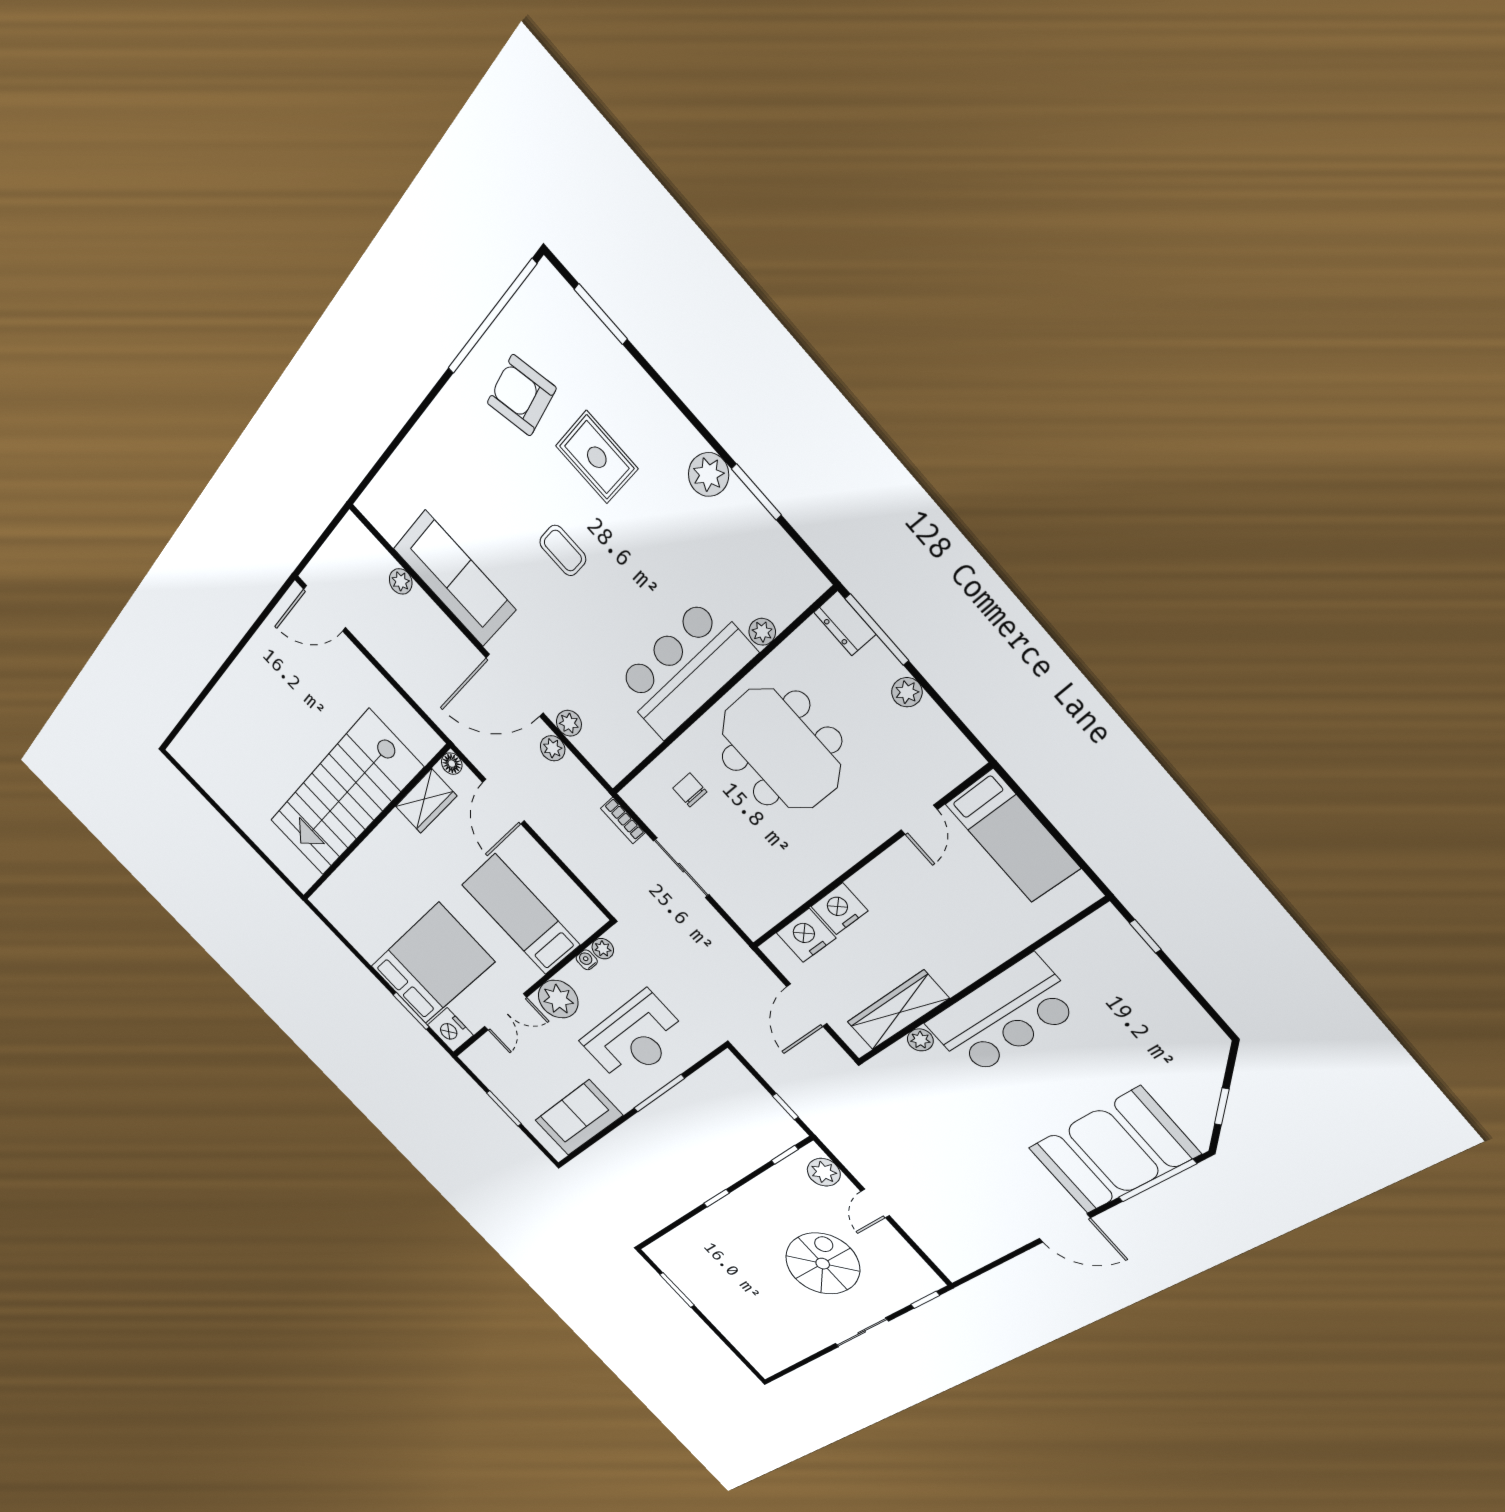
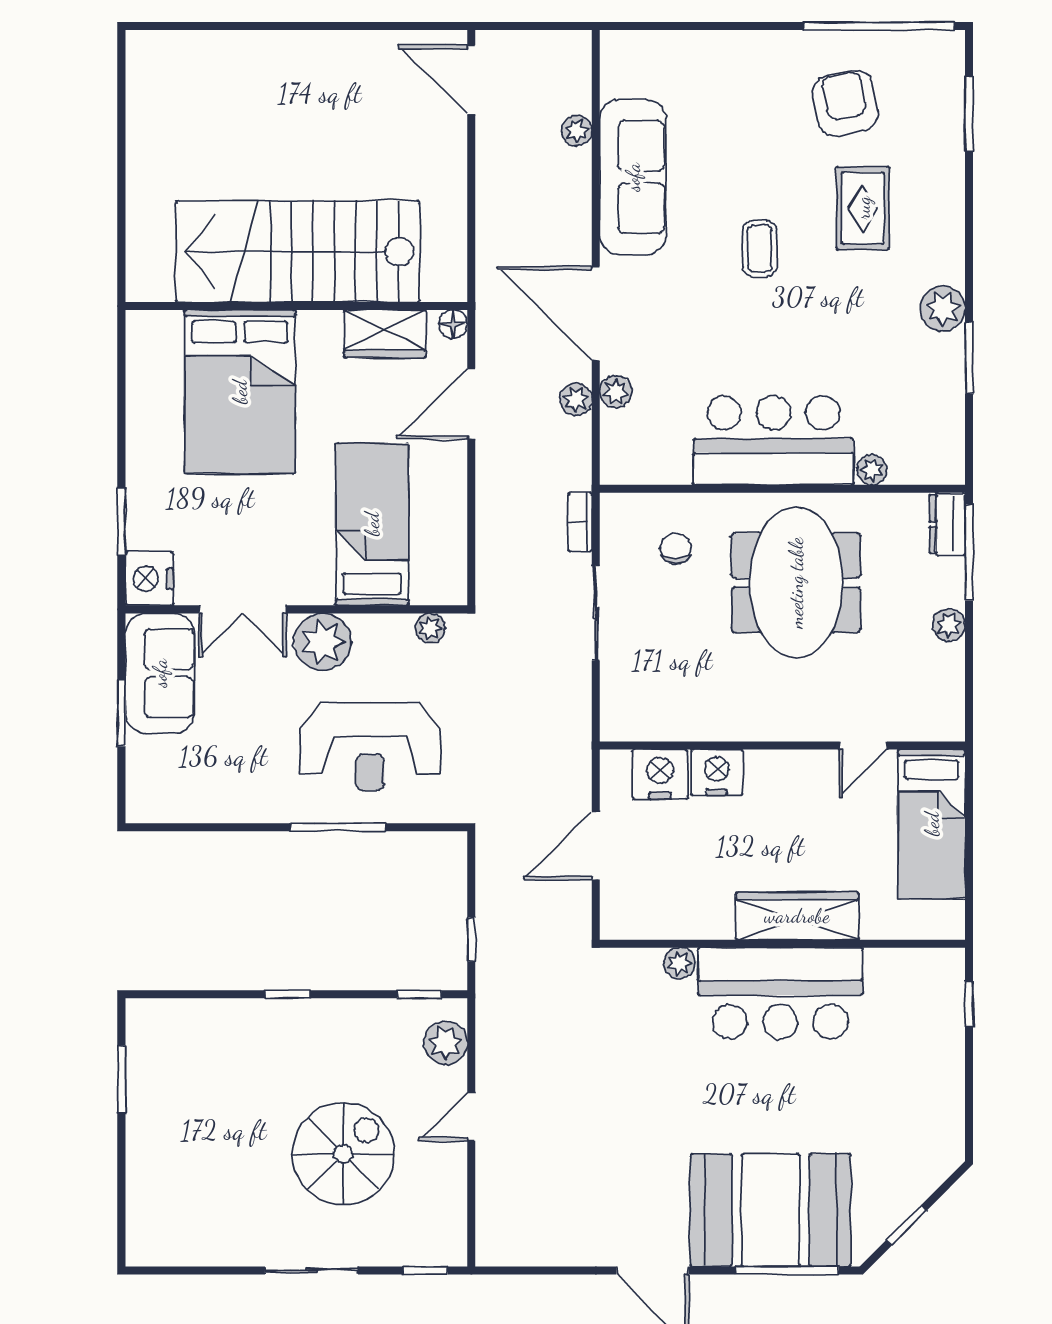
water cooler: (587, 960) -> (400, 626), removed
bed: (432, 964) -> (240, 392), moved, turned 90
wardrobe: (898, 1010) -> (797, 916), moved
sofa: (579, 1118) -> (160, 673), moved, turned 90

